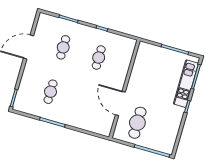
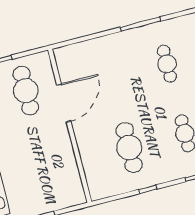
cafe table: (99, 58) -> (129, 148), width x1.37, depth x1.35
door: (120, 103) -> (64, 103), hinge flipped

